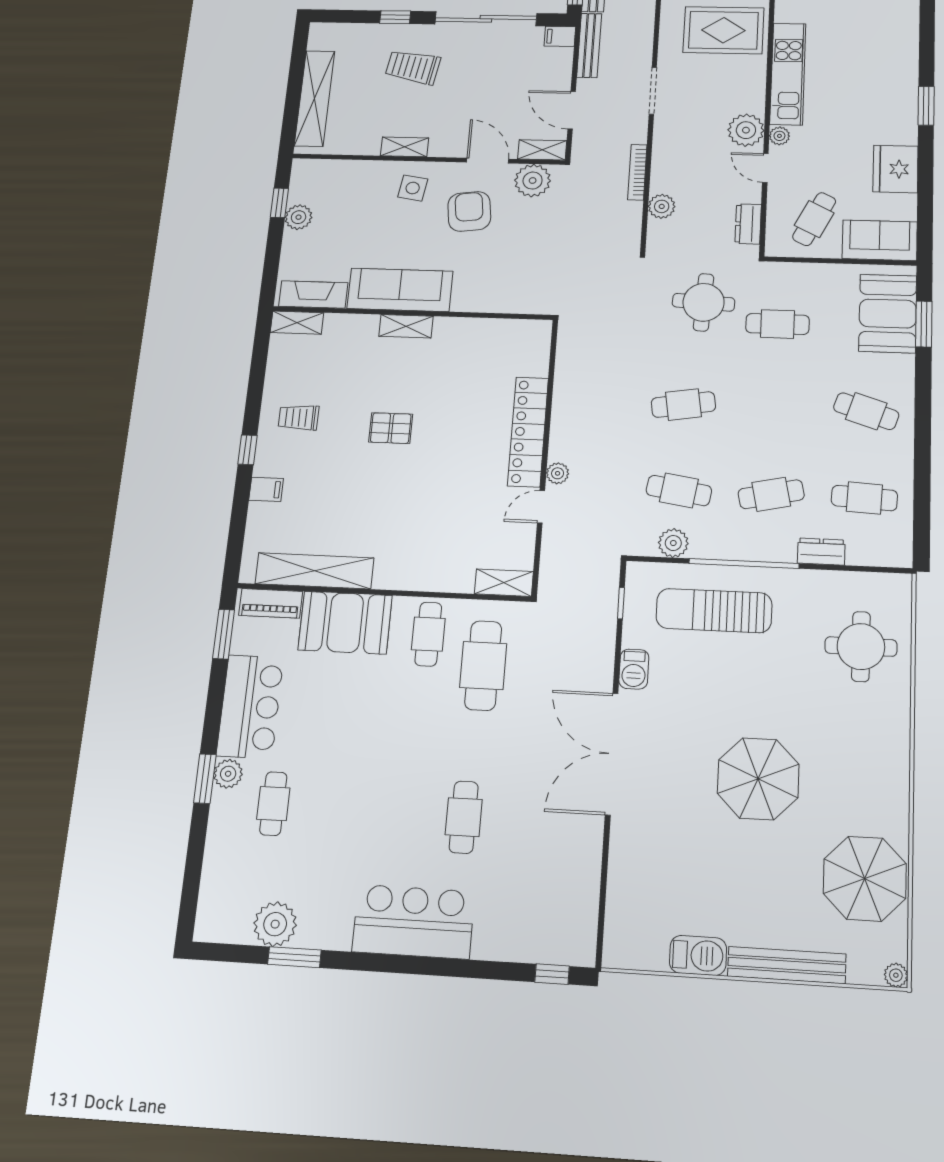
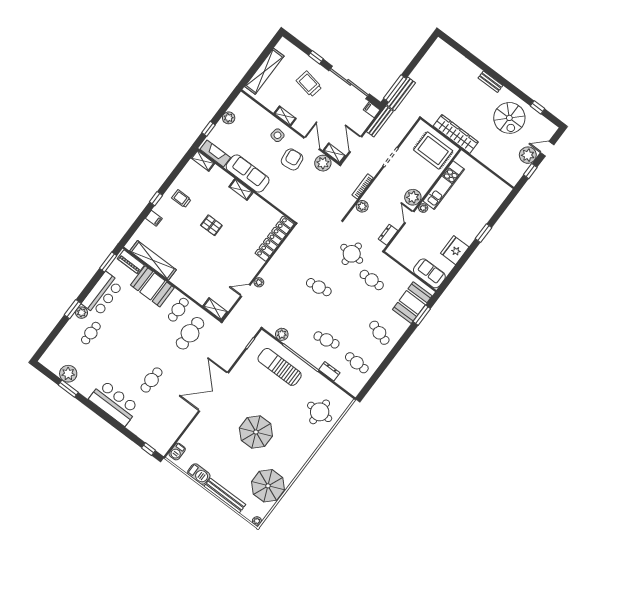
window: (279, 203) -> (209, 129), moved
cafe table: (814, 219) -> (412, 249), removed
locker: (528, 432) -> (275, 239), moved
cafe table: (679, 491) -> (296, 317), removed
barbecue: (634, 669) -> (177, 452), moved

